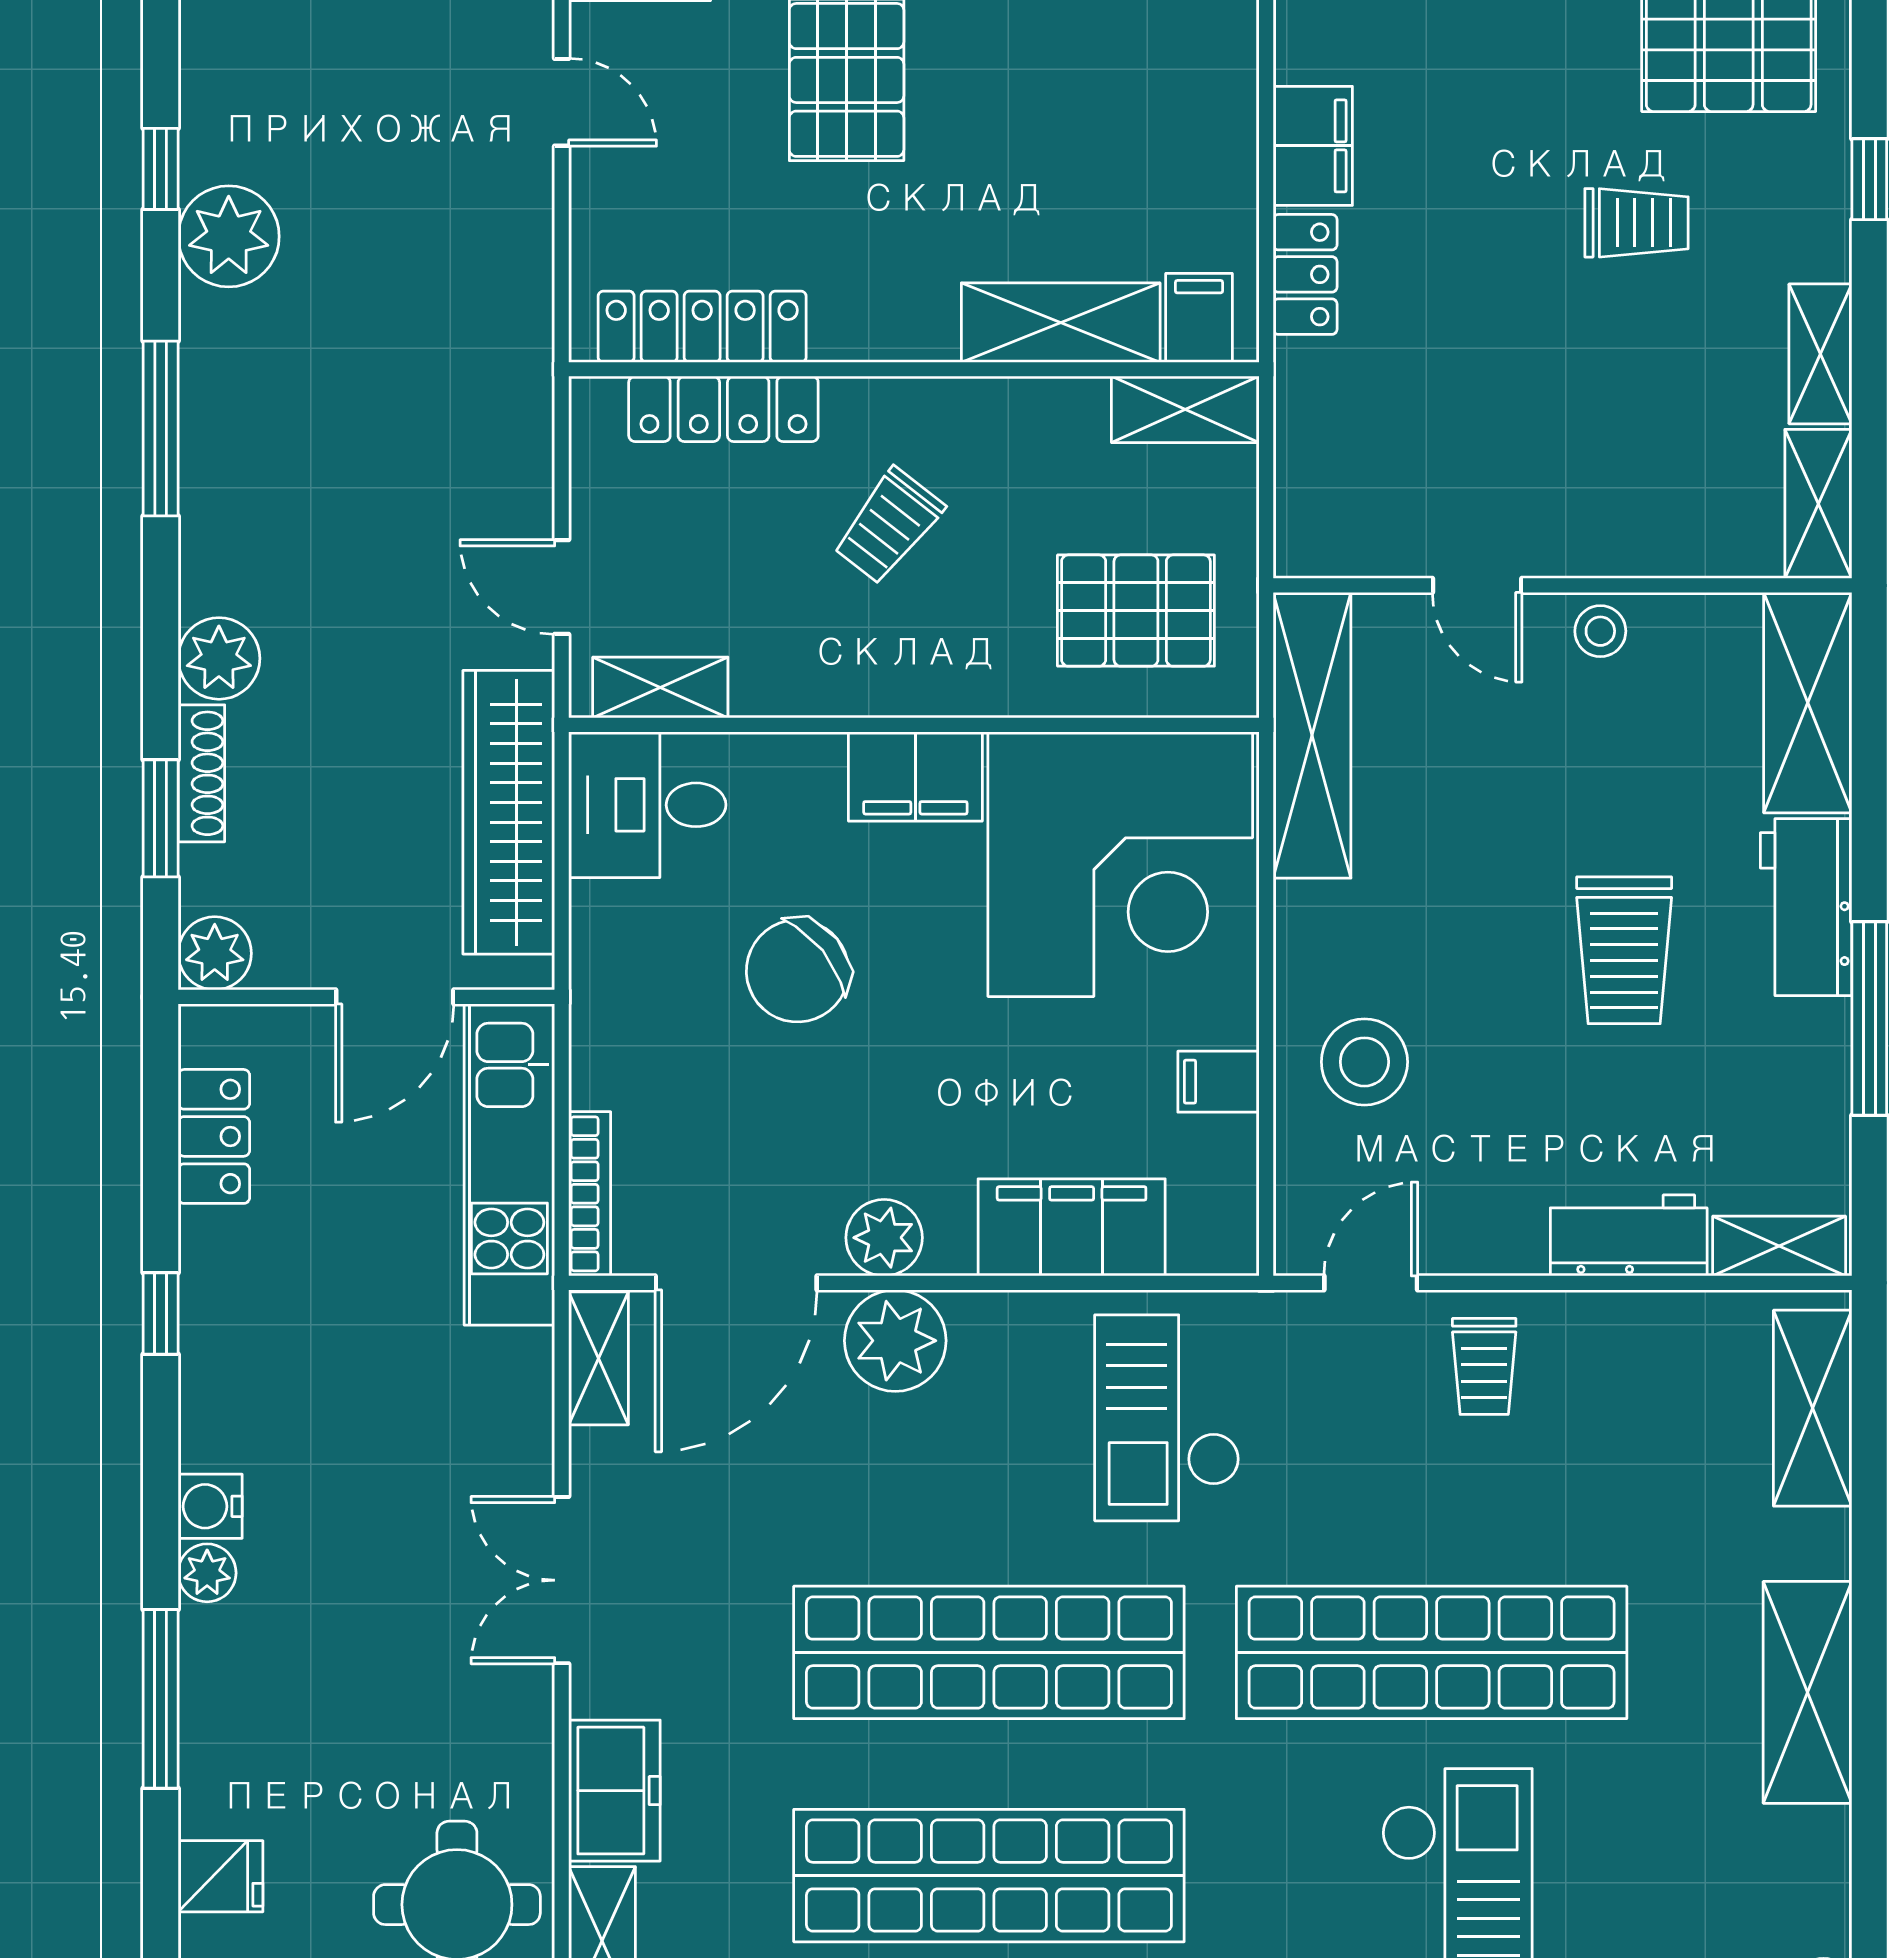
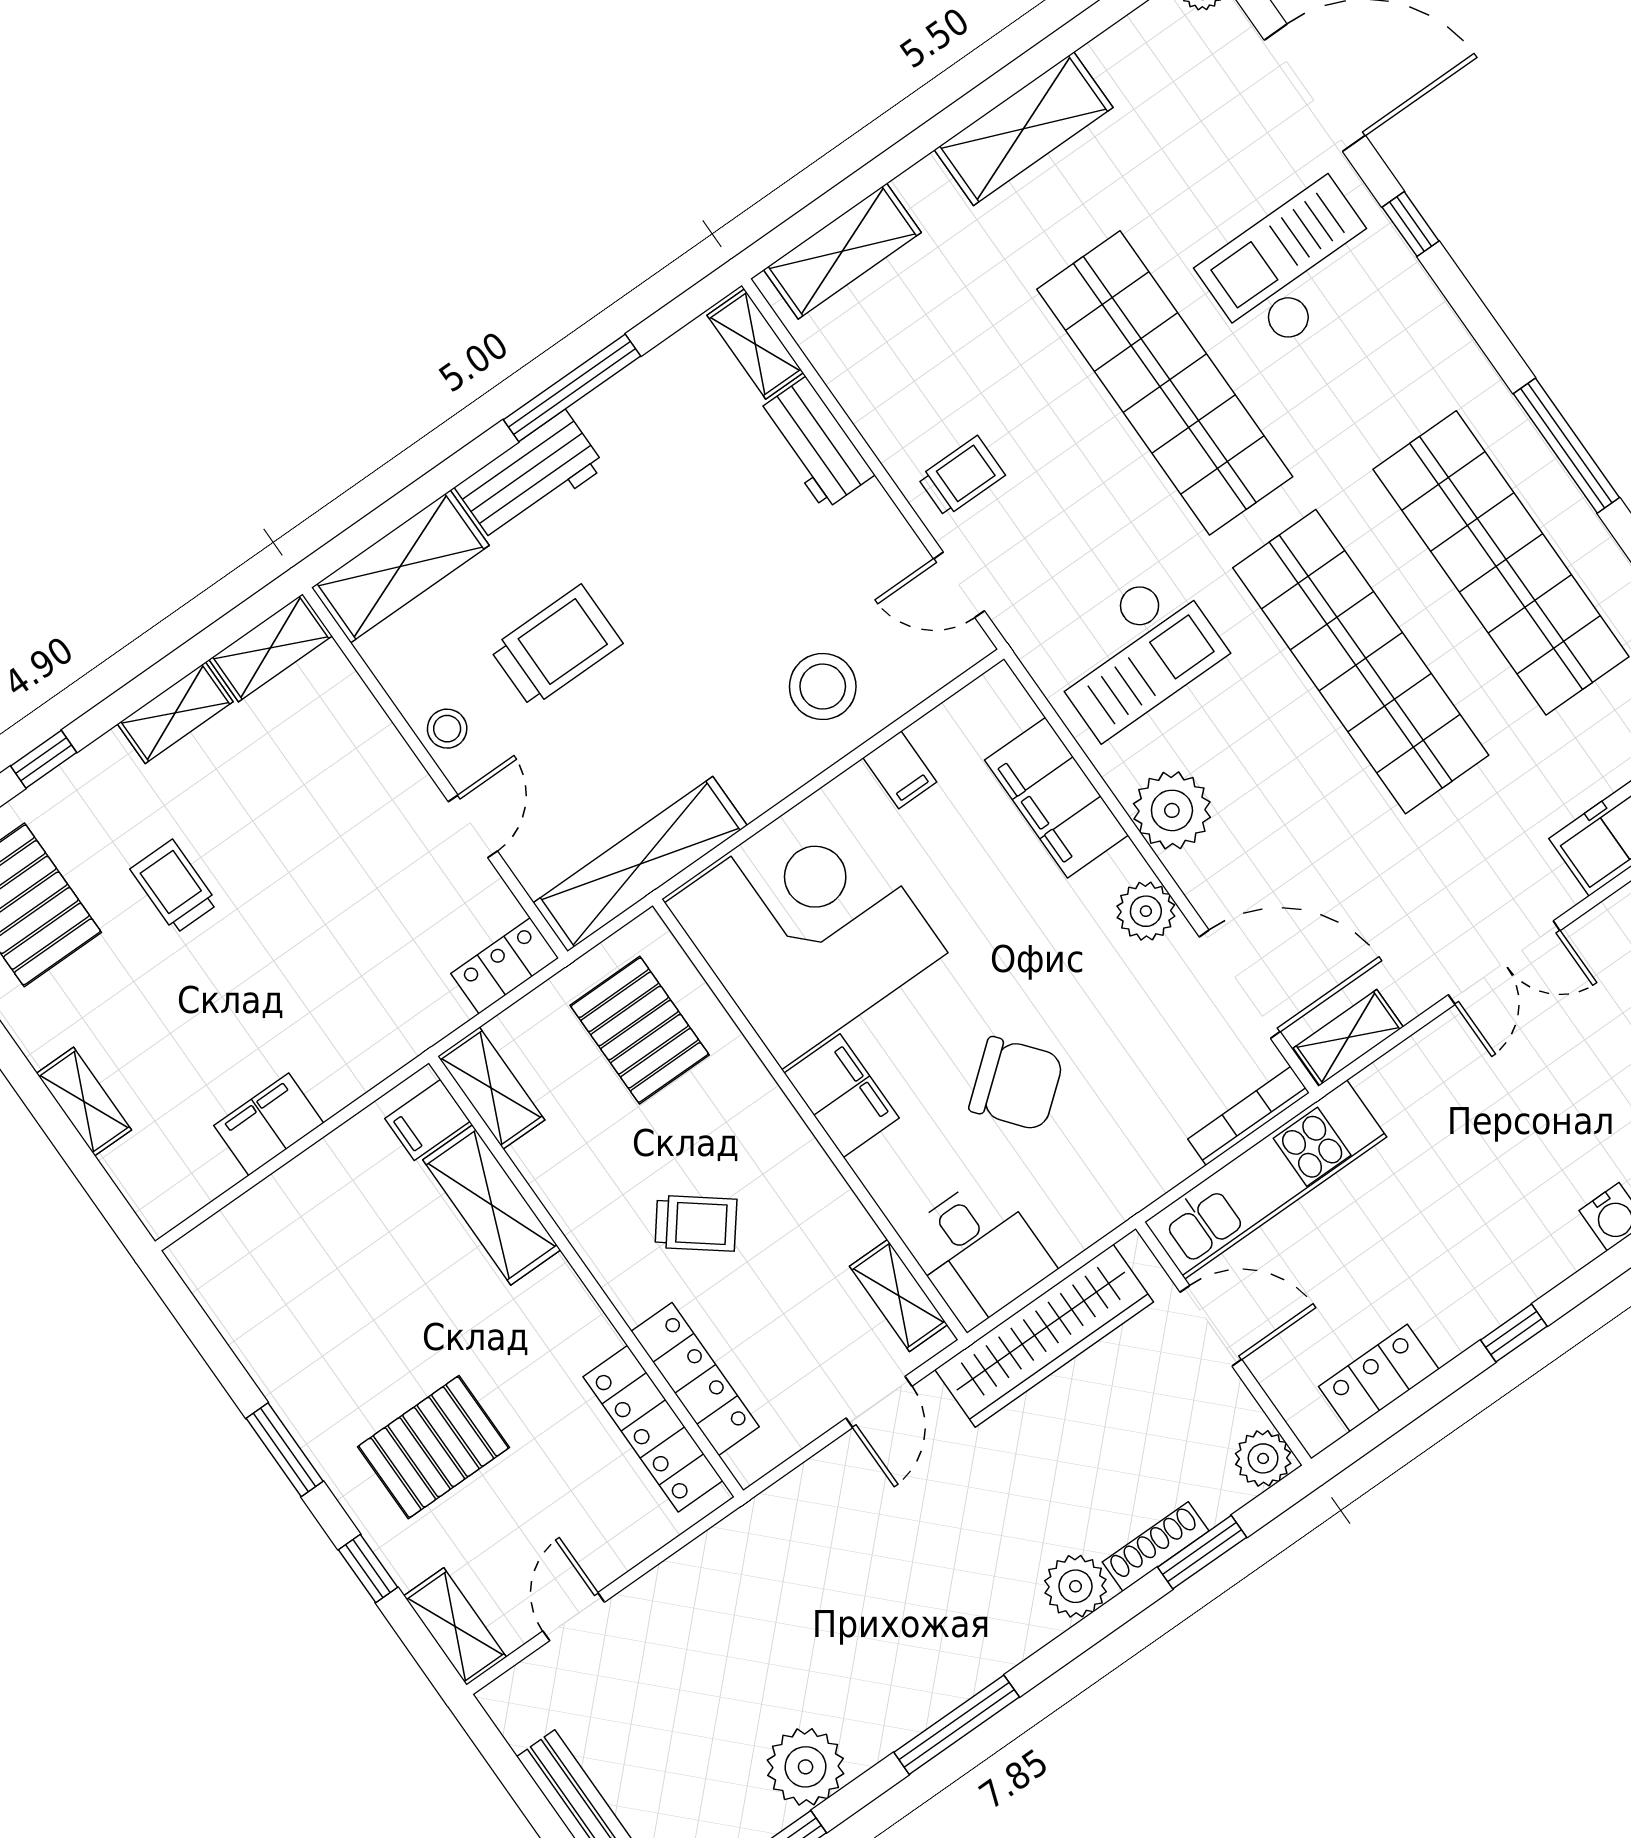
locker: (1305, 274) -> (505, 966), moved
trolley: (1624, 950) -> (556, 646), moved
plant: (895, 1341) -> (1172, 810), moved

